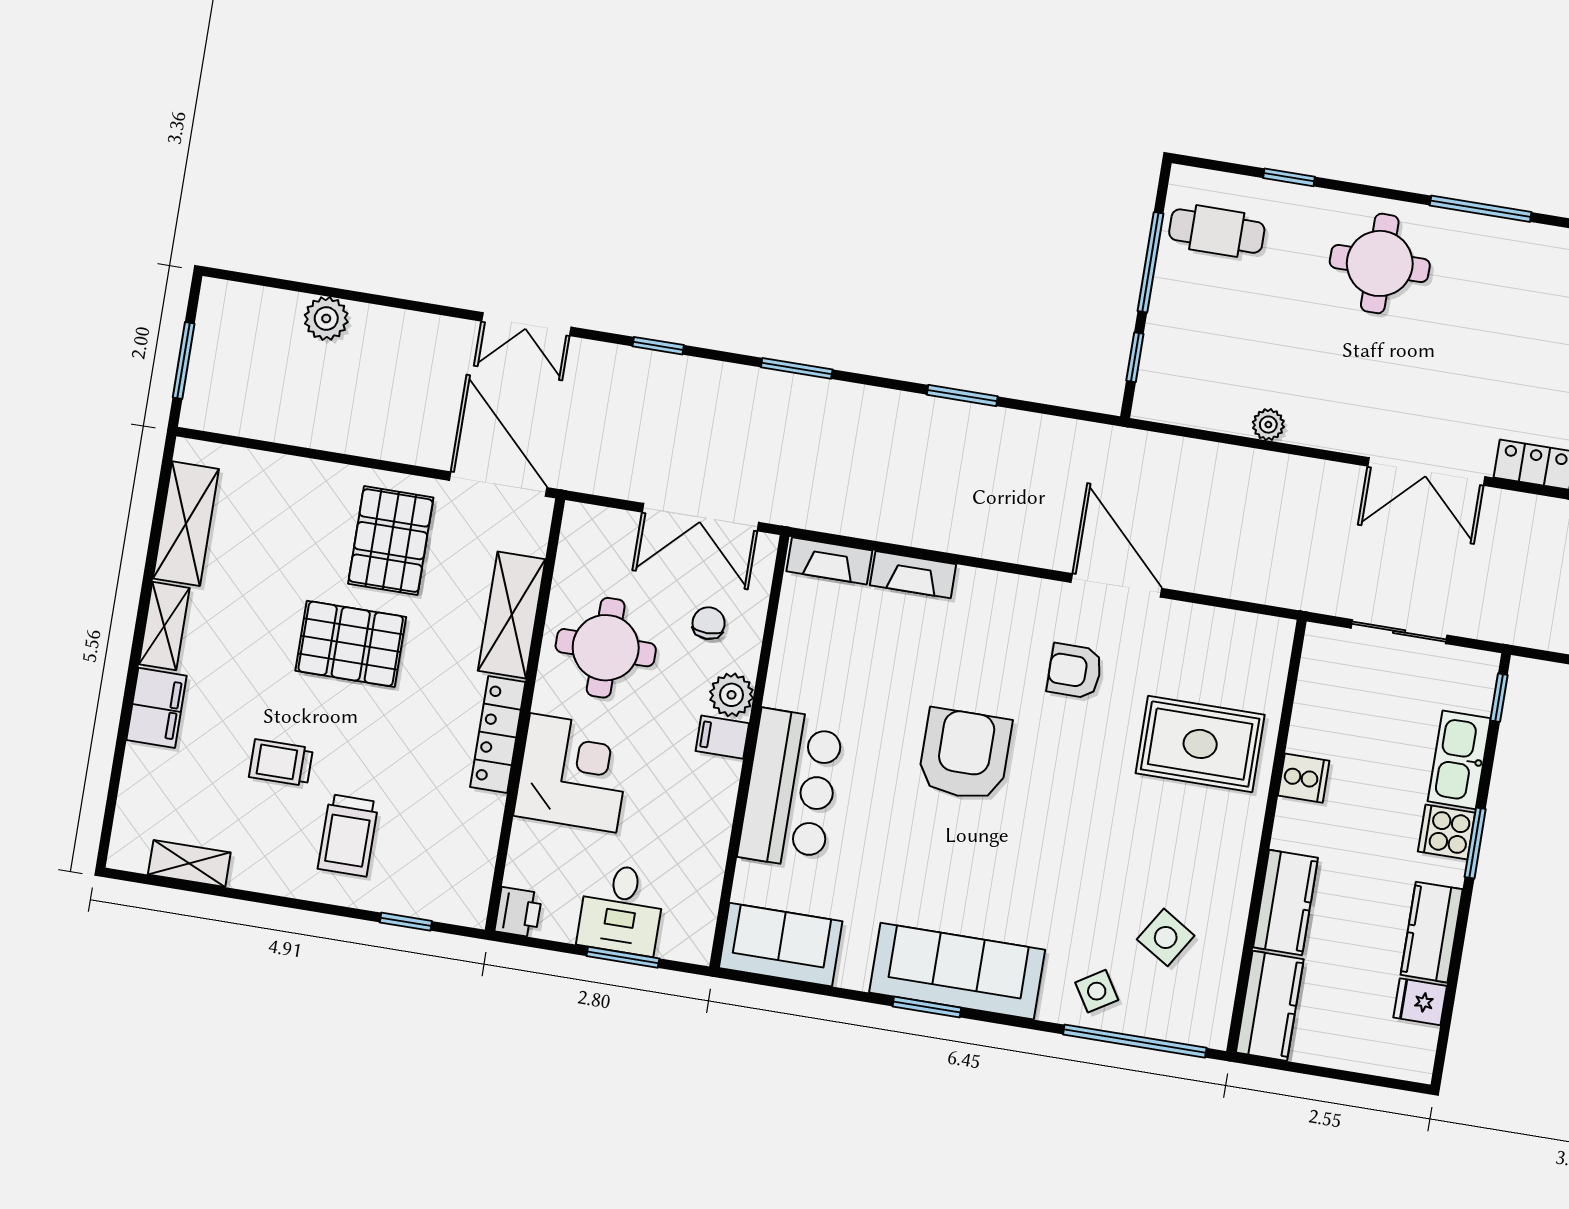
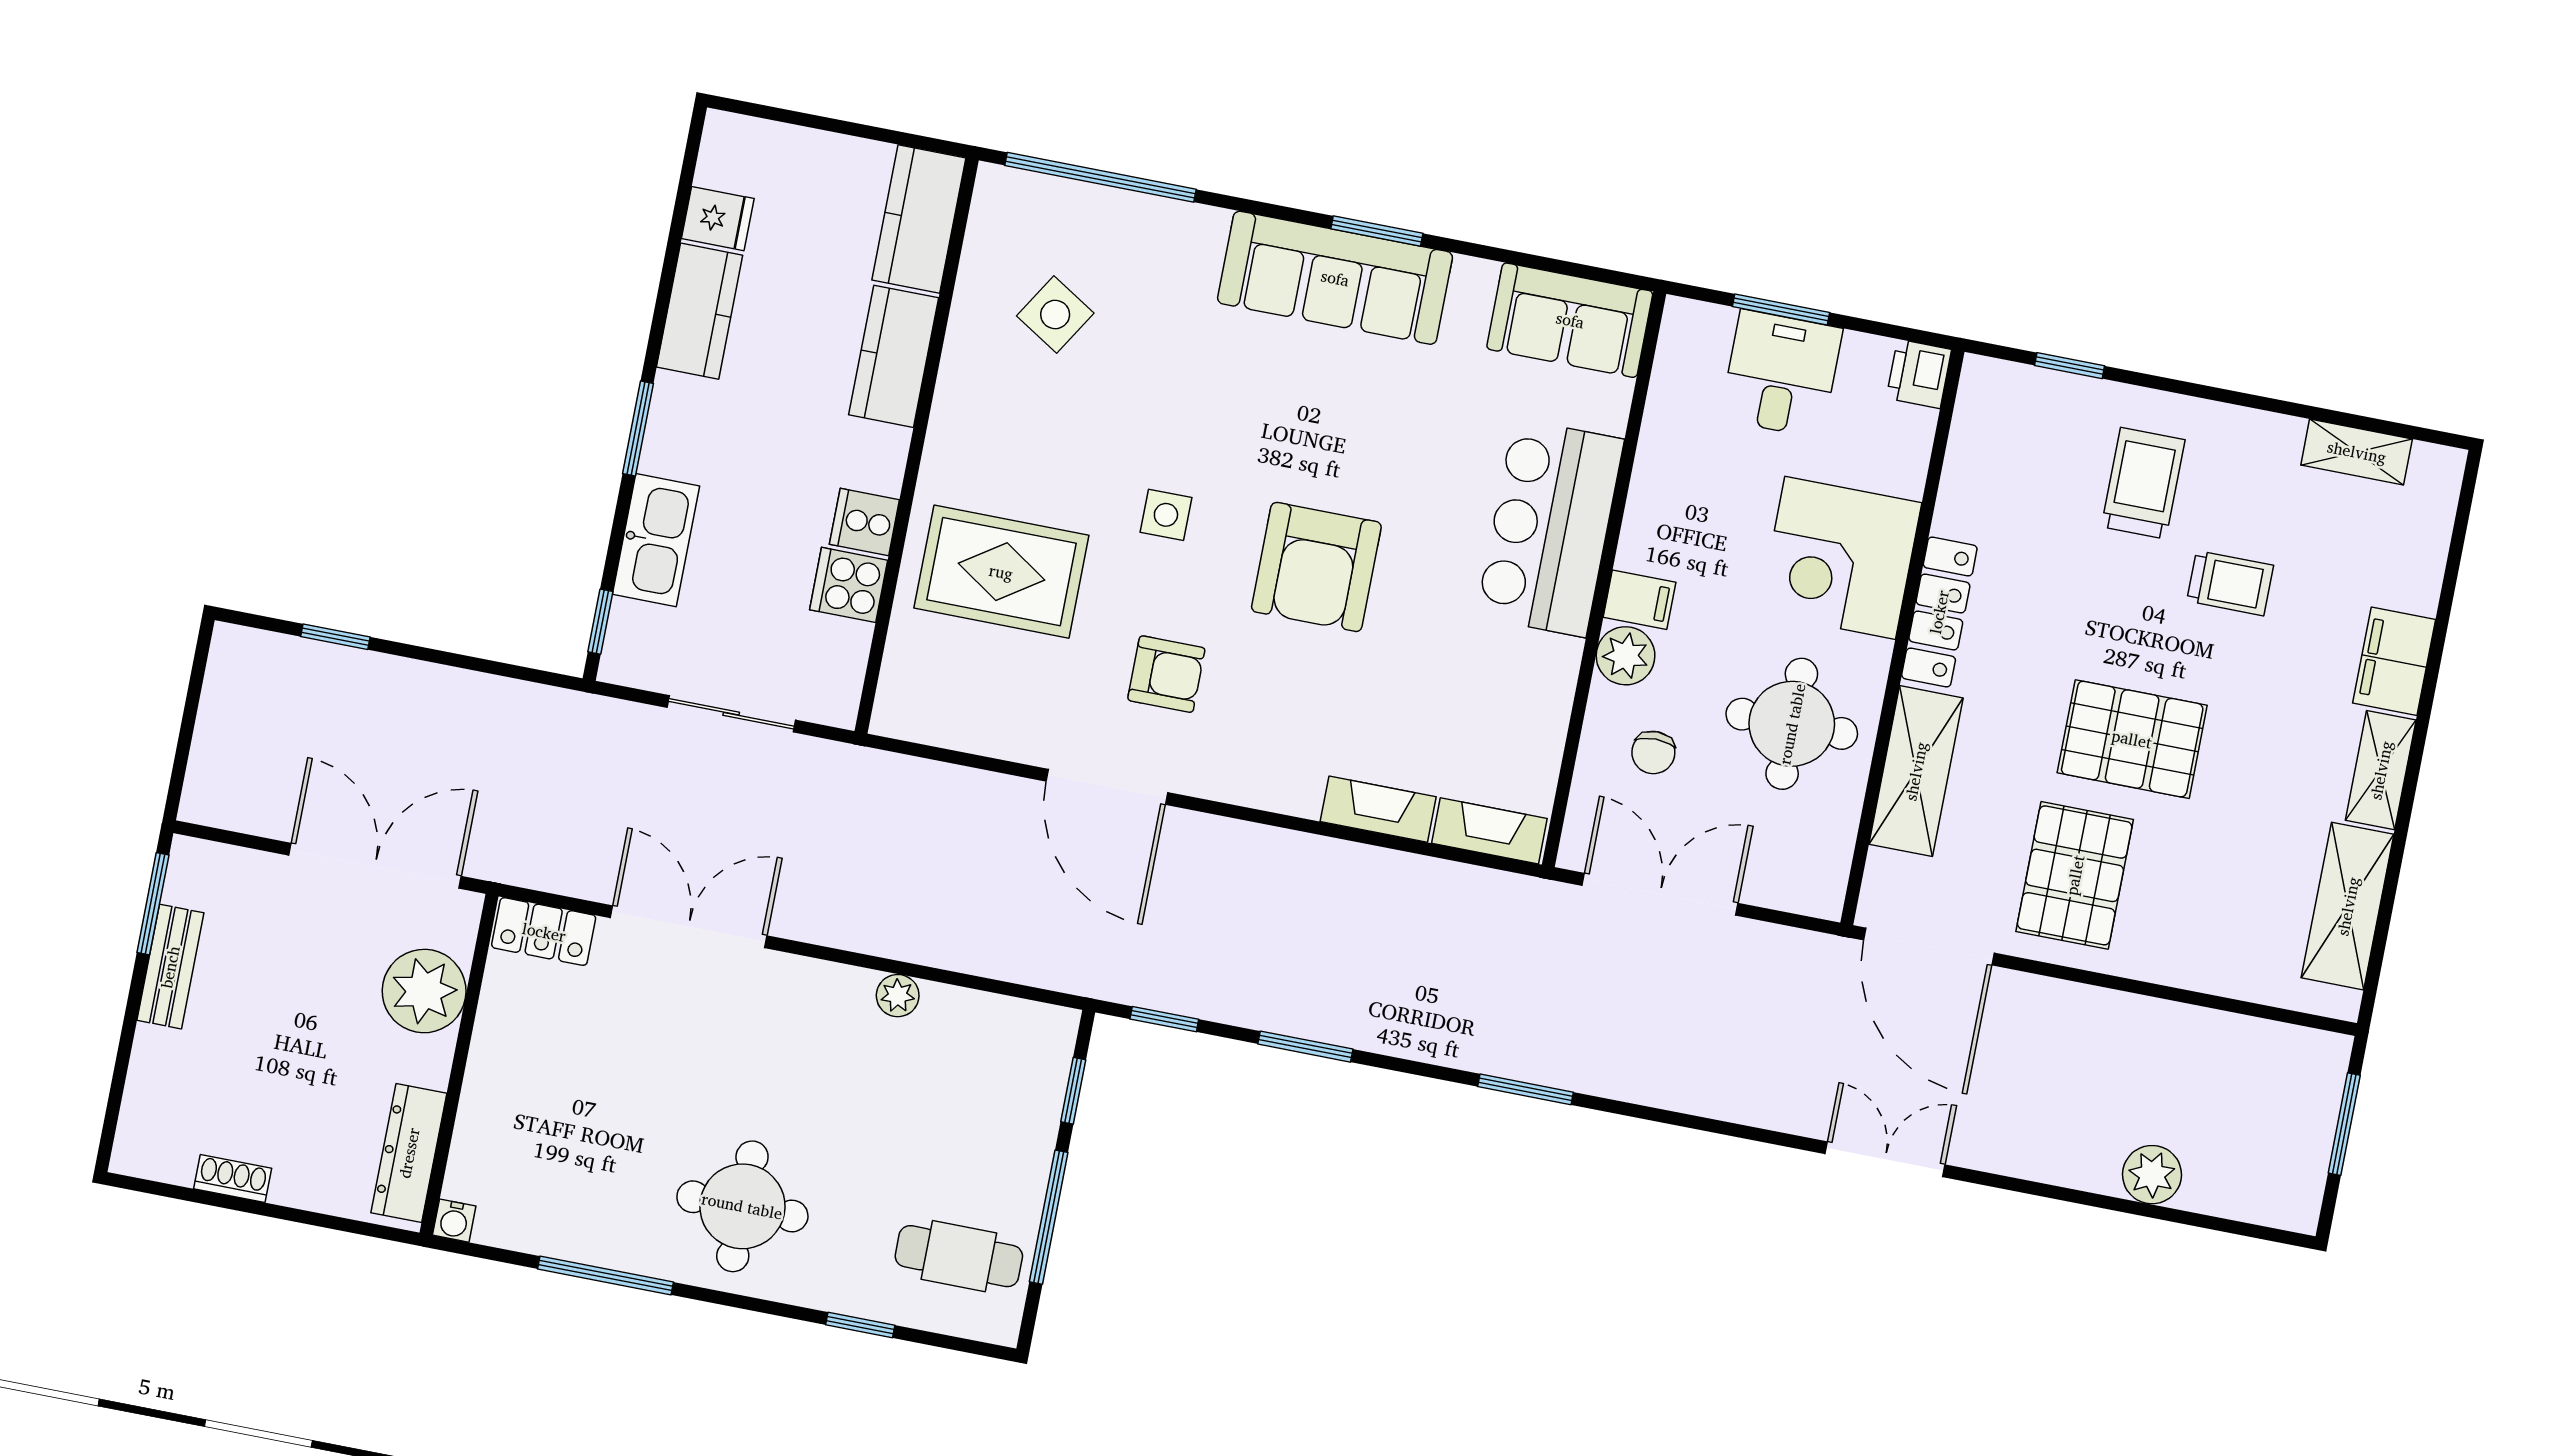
window: (658, 346) -> (1164, 1019), moved
cooker: (1447, 832) -> (849, 585), moved, turned 180
side table: (1097, 991) -> (1166, 515), moved, turned 32

